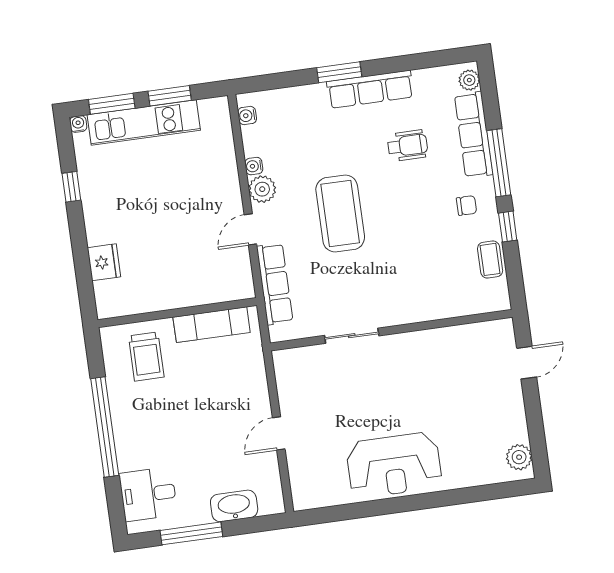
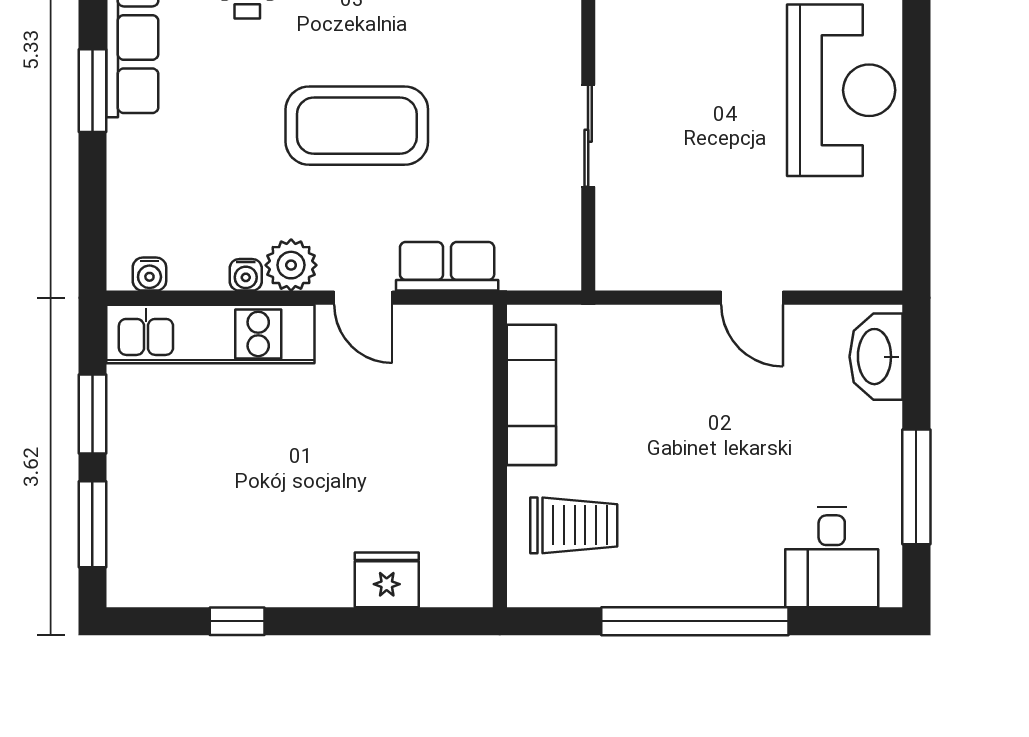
kitchen unit: (144, 122) -> (210, 334), moved, turned 90
water cooler: (78, 124) -> (122, 592), removed
row of seats: (275, 284) -> (447, 266), width x0.68
washbasin: (234, 506) -> (876, 357), moved

